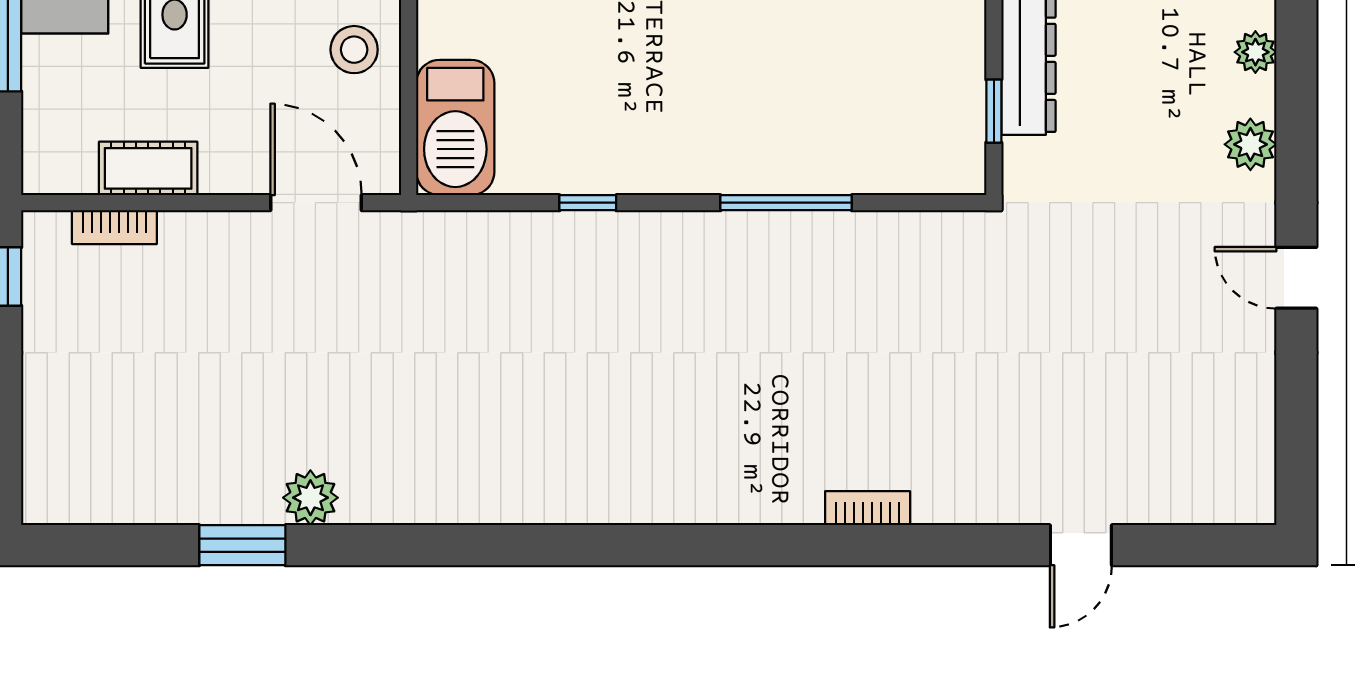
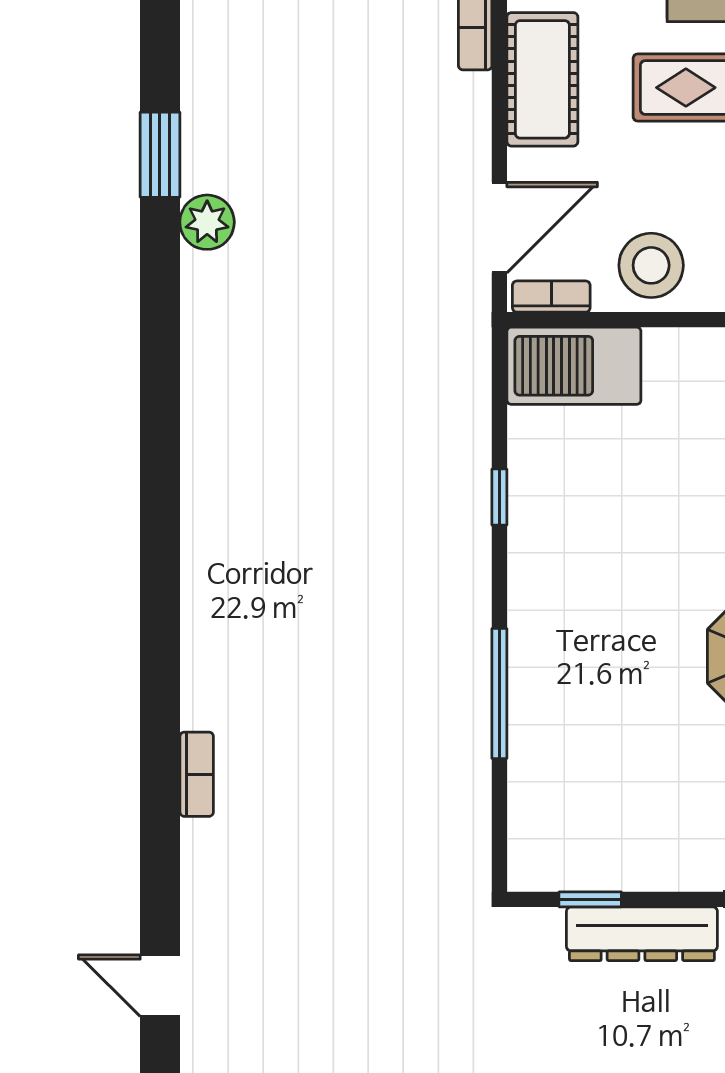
stool: (354, 50) -> (651, 265), width x1.38, depth x1.38
bookcase: (386, 150) -> (551, 297), added
cot: (148, 168) -> (542, 79), width x1.37, depth x1.34

